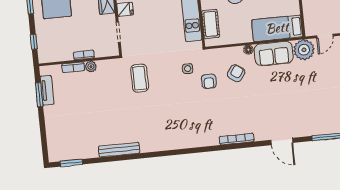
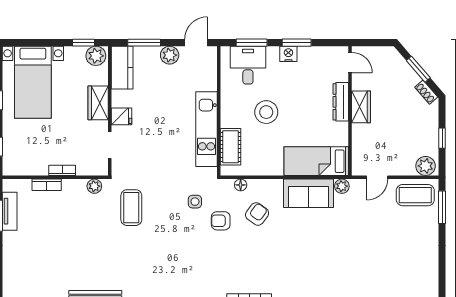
floor lamp: (248, 50) -> (241, 185), moved
plant: (304, 50) -> (342, 186), width x0.53, depth x0.53
plant: (91, 67) -> (94, 186), moved
armchair: (209, 81) -> (221, 221), turned 90

